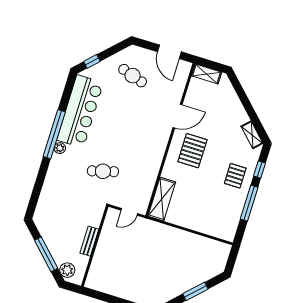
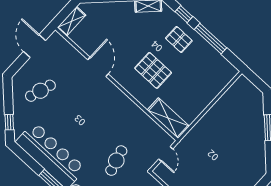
door: (169, 52) -> (35, 46), swing flipped
pallet: (192, 151) -> (153, 70), moved

